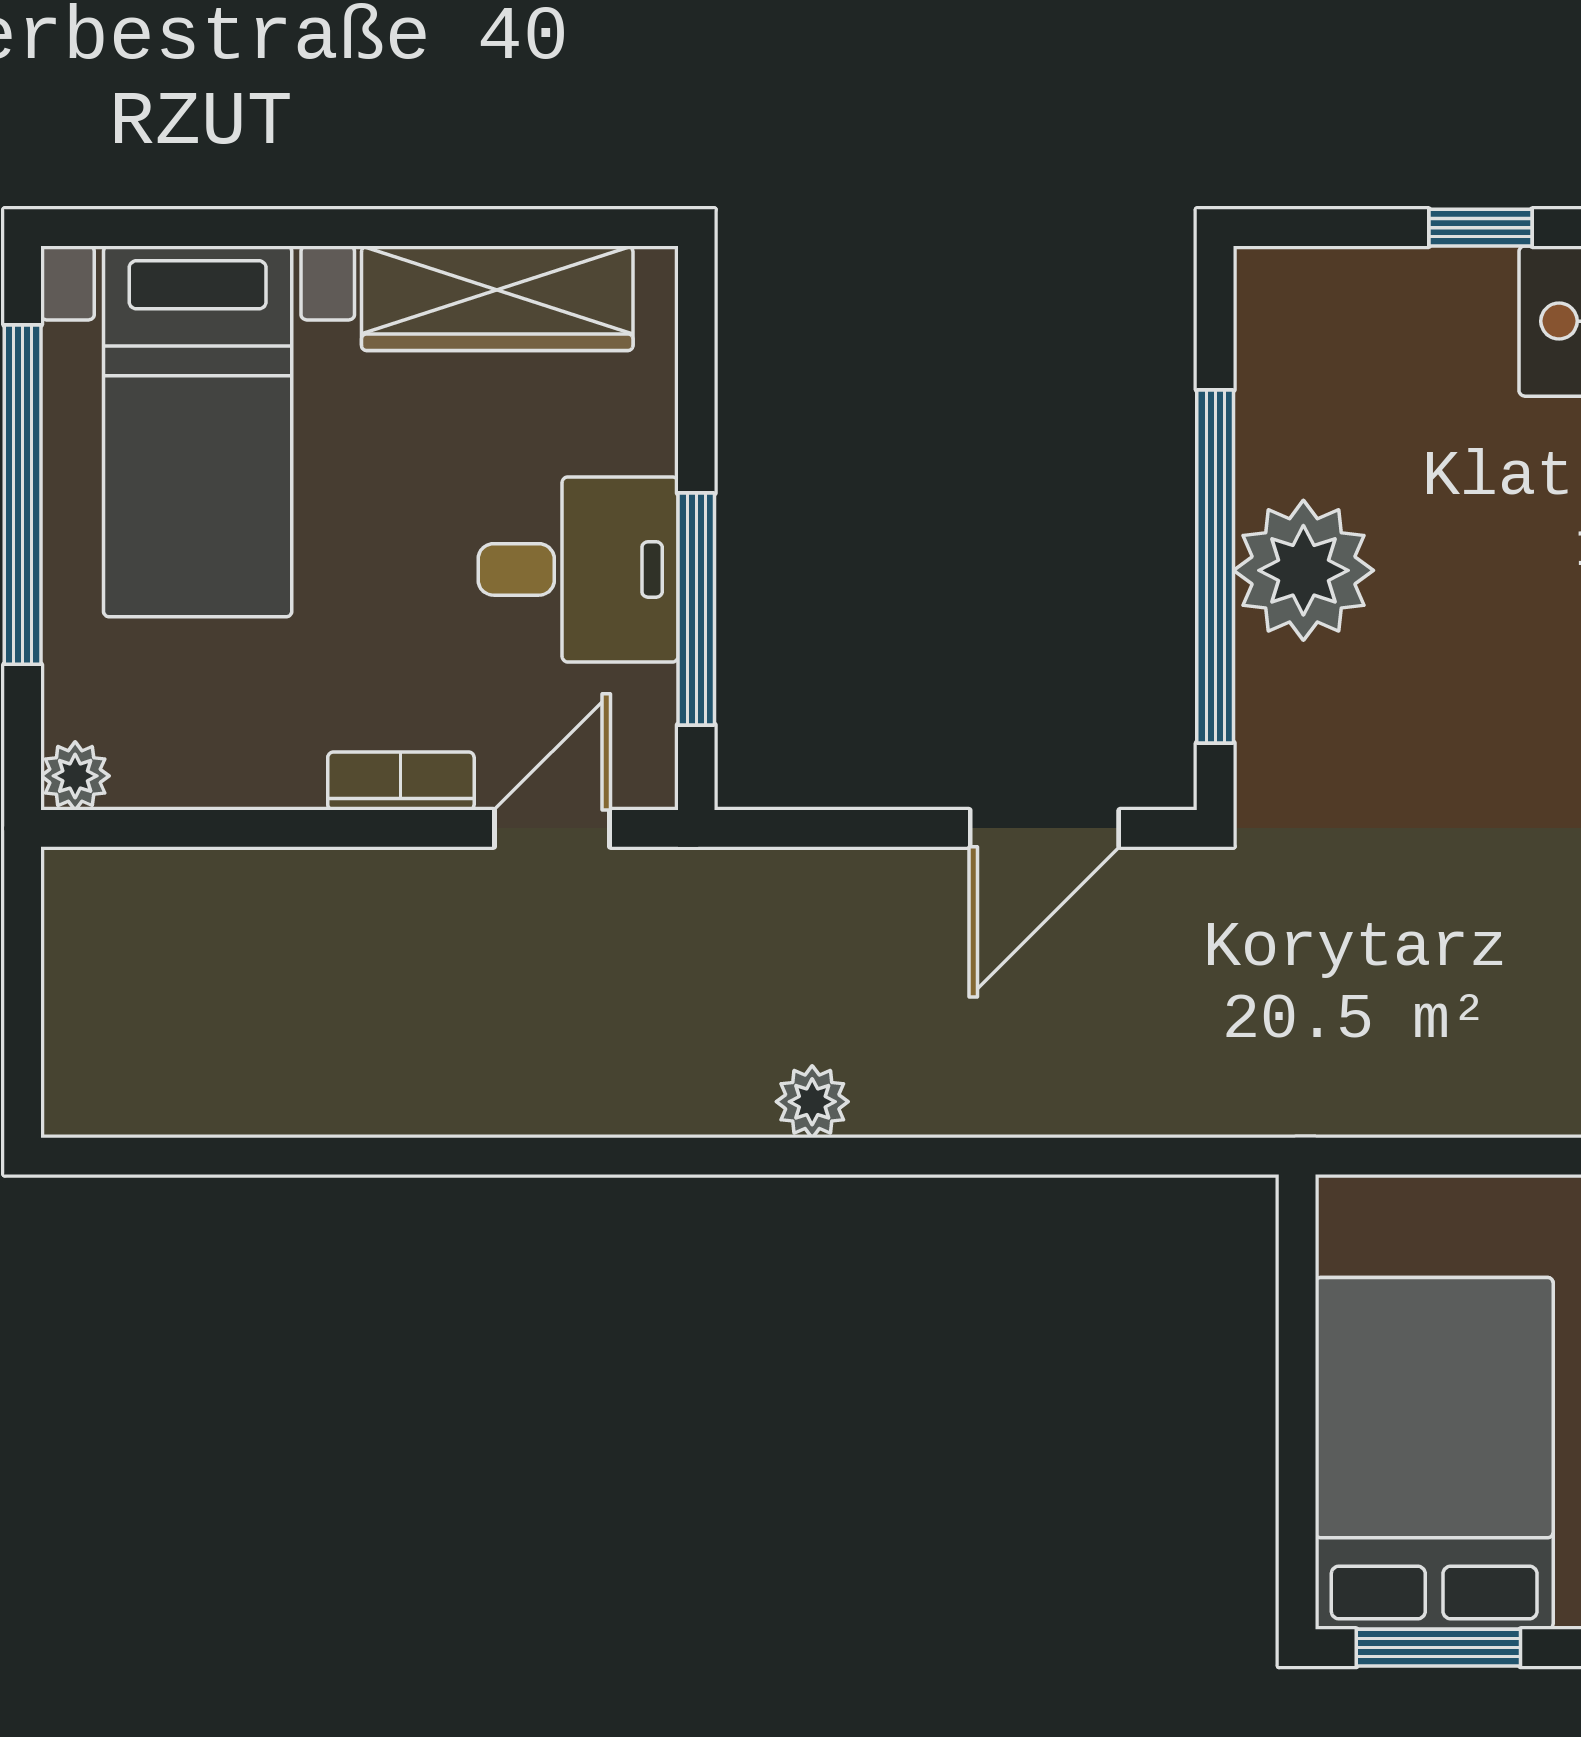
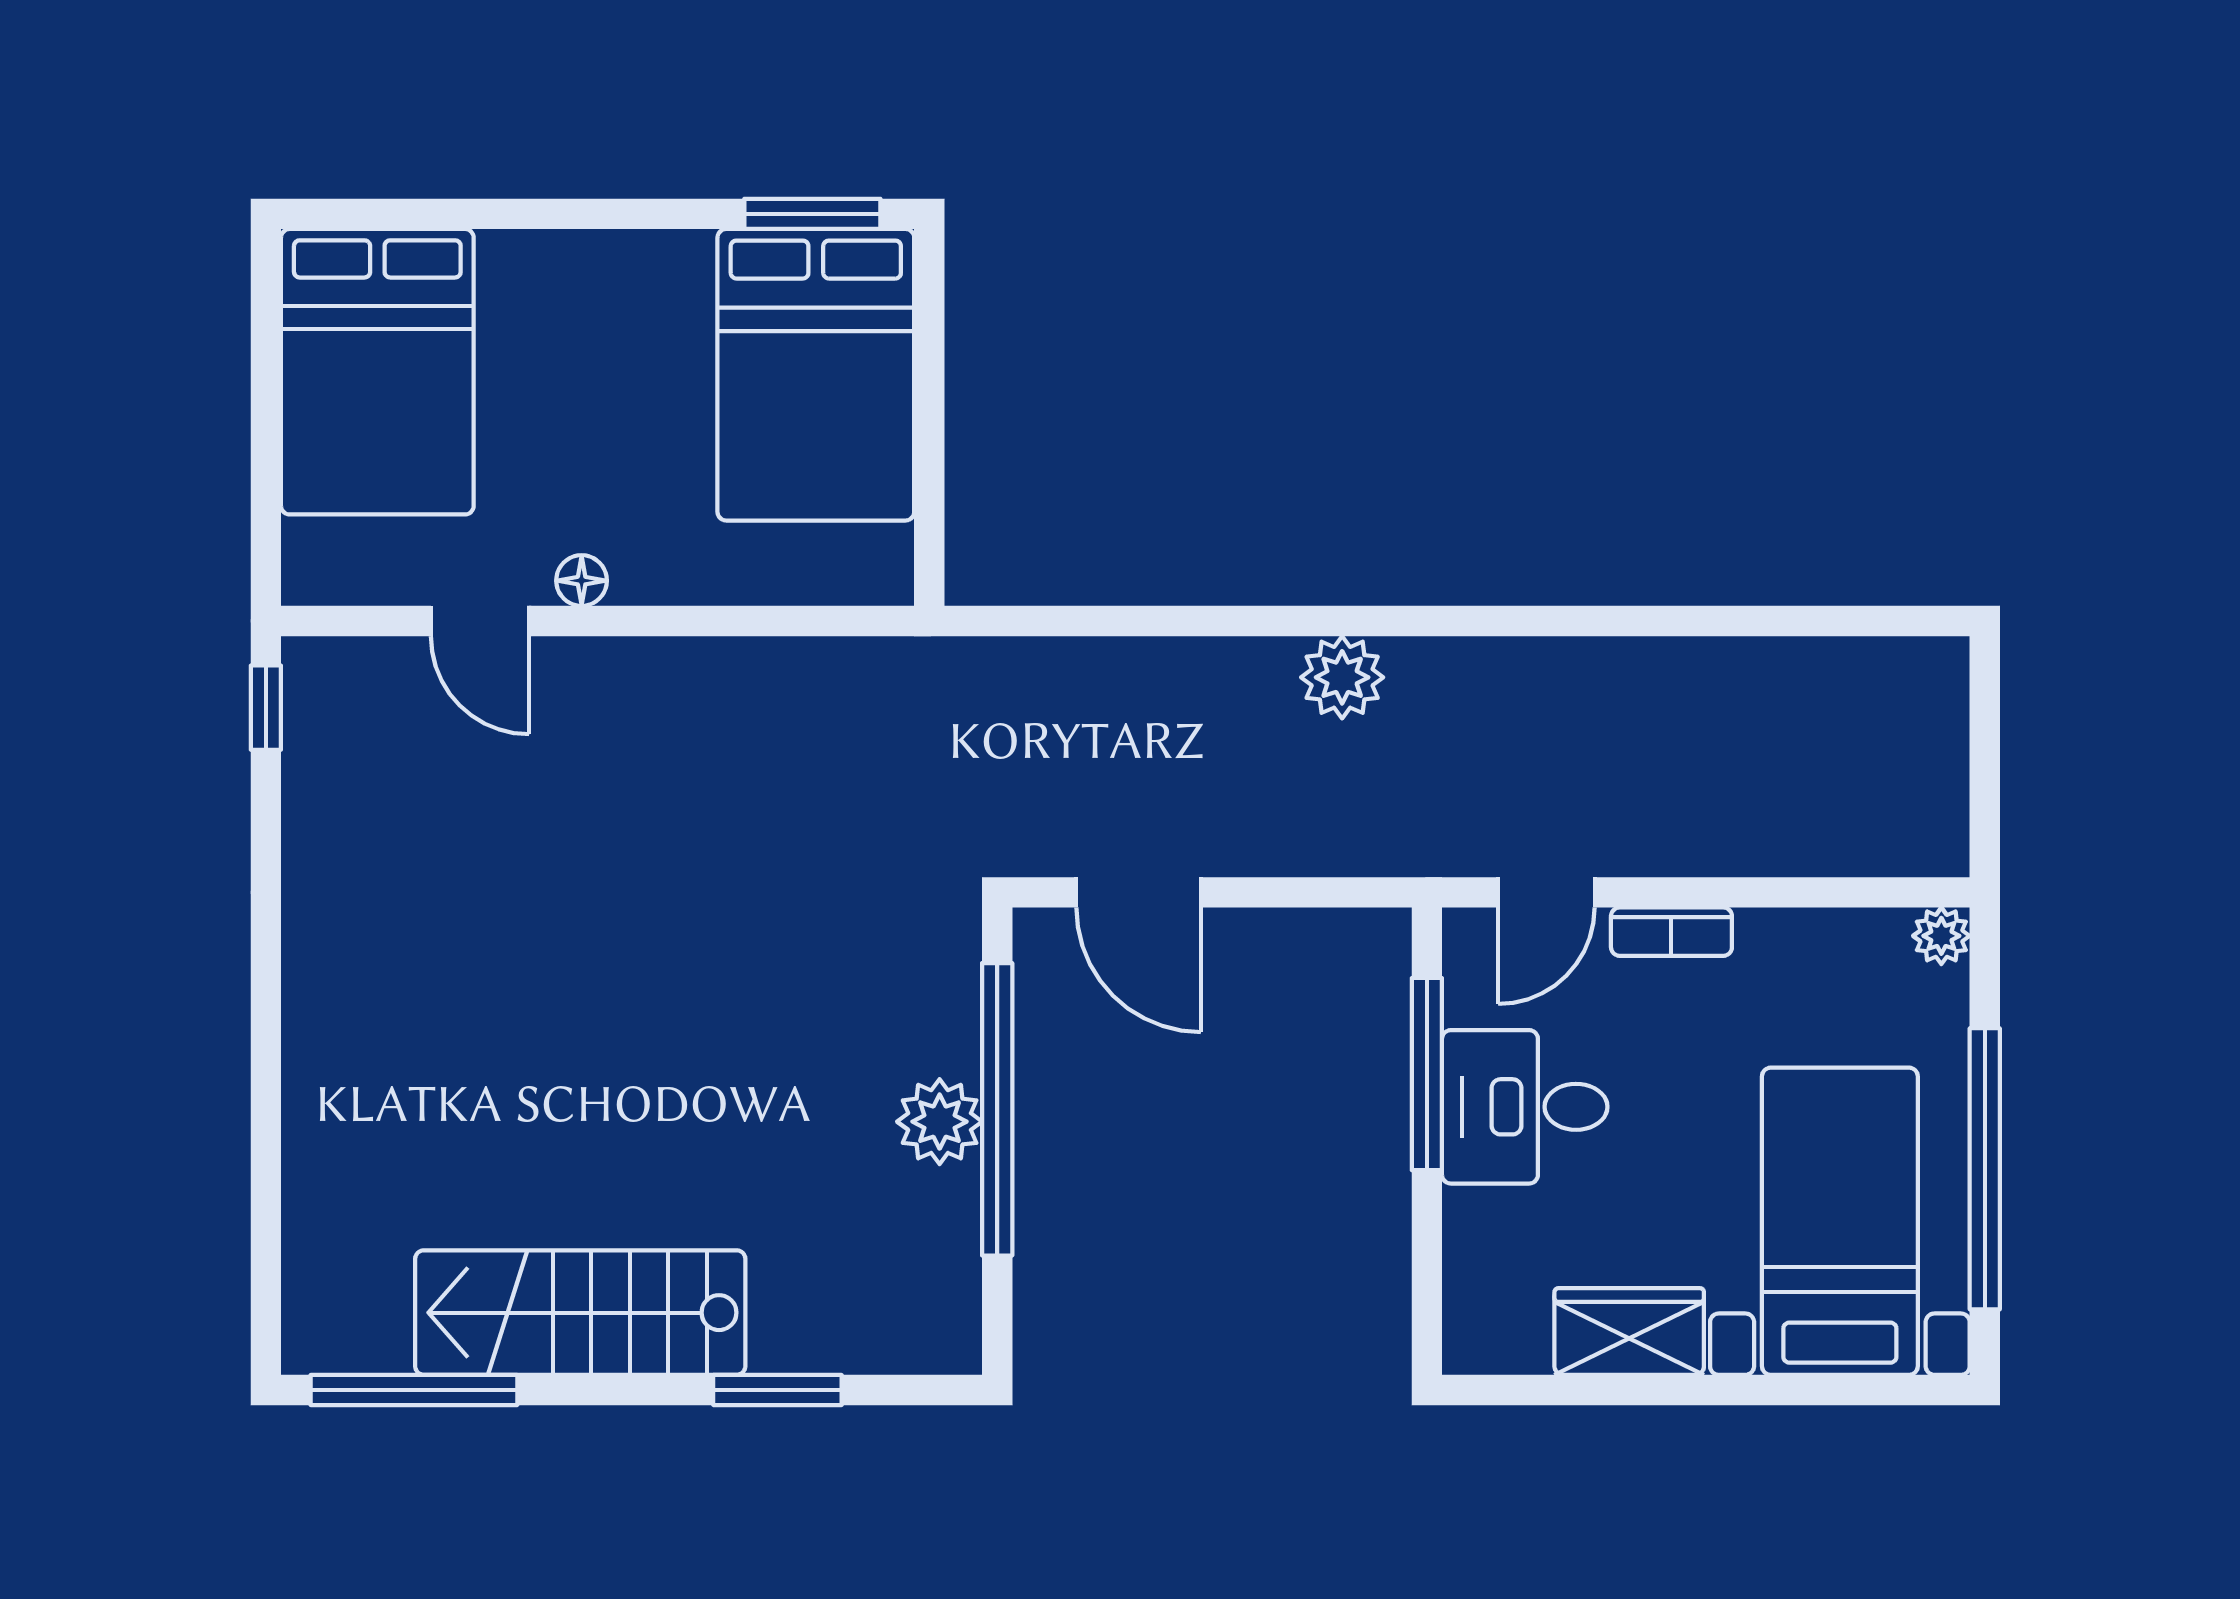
window: (1481, 228) -> (777, 1390), width x1.50
wardrobe: (497, 298) -> (1629, 1331), width x0.67
plant: (1303, 570) -> (940, 1122), width x0.73, depth x0.73
door: (1044, 828) -> (1139, 892), swing flipped
plant: (812, 1102) -> (1342, 677), width x1.38, depth x1.38

